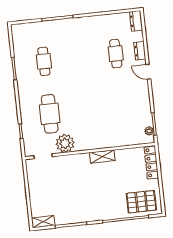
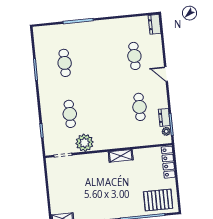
dresser: (140, 51) -> (164, 117), moved
cafe table: (121, 106) -> (140, 107), added
cafe table: (50, 114) -> (70, 114), width x0.73, depth x0.74

